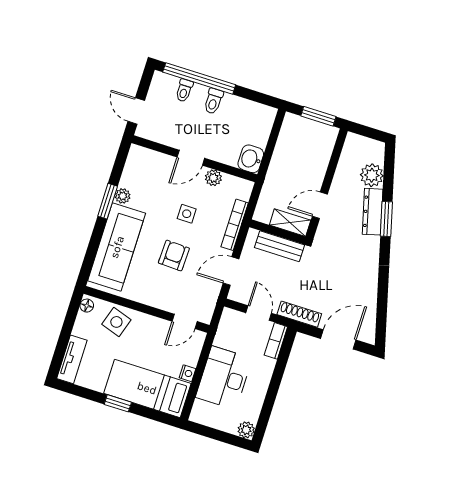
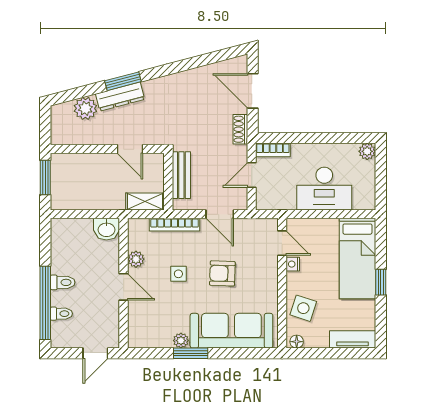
shelving: (290, 223) -> (145, 201), moved, turned 90
shoe rack: (299, 314) -> (240, 129), width x0.70
nightstand: (187, 373) -> (293, 264), moved, turned -90

